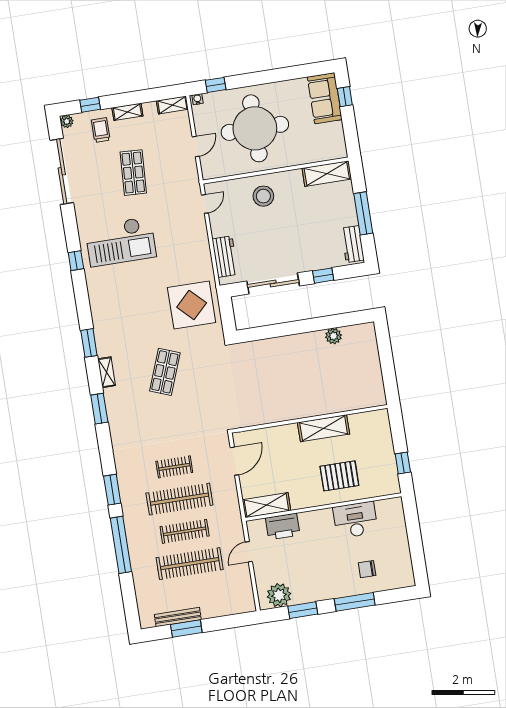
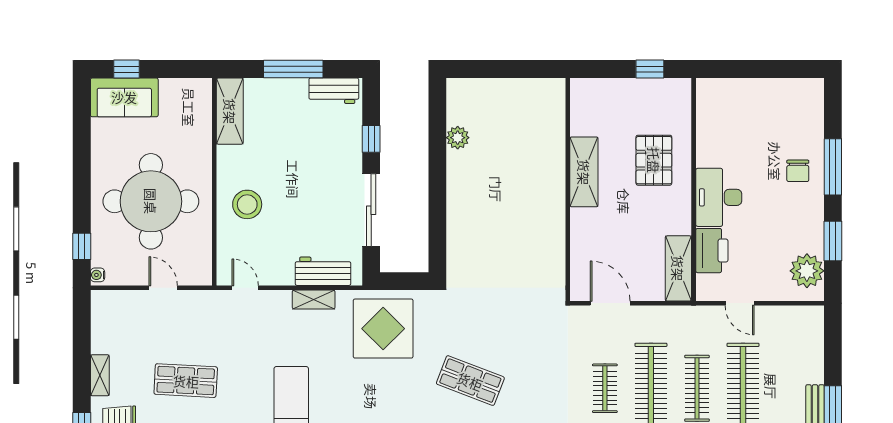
shelving: (172, 105) -> (314, 300), moved, turned 90
desk: (355, 520) -> (719, 197), moved
chair: (367, 569) -> (798, 171), moved

